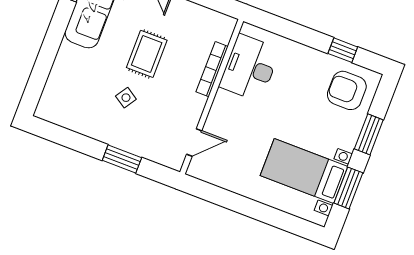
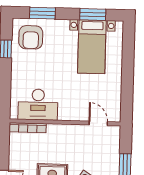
bookcase: (212, 69) -> (28, 128), moved
window: (369, 134) -> (42, 13), moved

